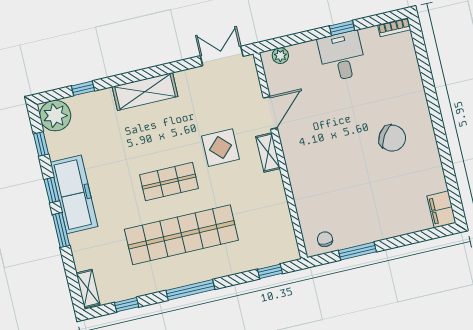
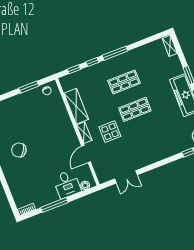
window: (342, 28) -> (54, 205), width x2.17
double door: (222, 56) -> (126, 177), moved
desk: (342, 56) -> (67, 184), moved
shelving: (145, 92) -> (76, 106), moved, turned 90
shop shelf: (181, 235) -> (124, 82), width x0.50, depth x0.74
window: (127, 305) -> (92, 62), moved

